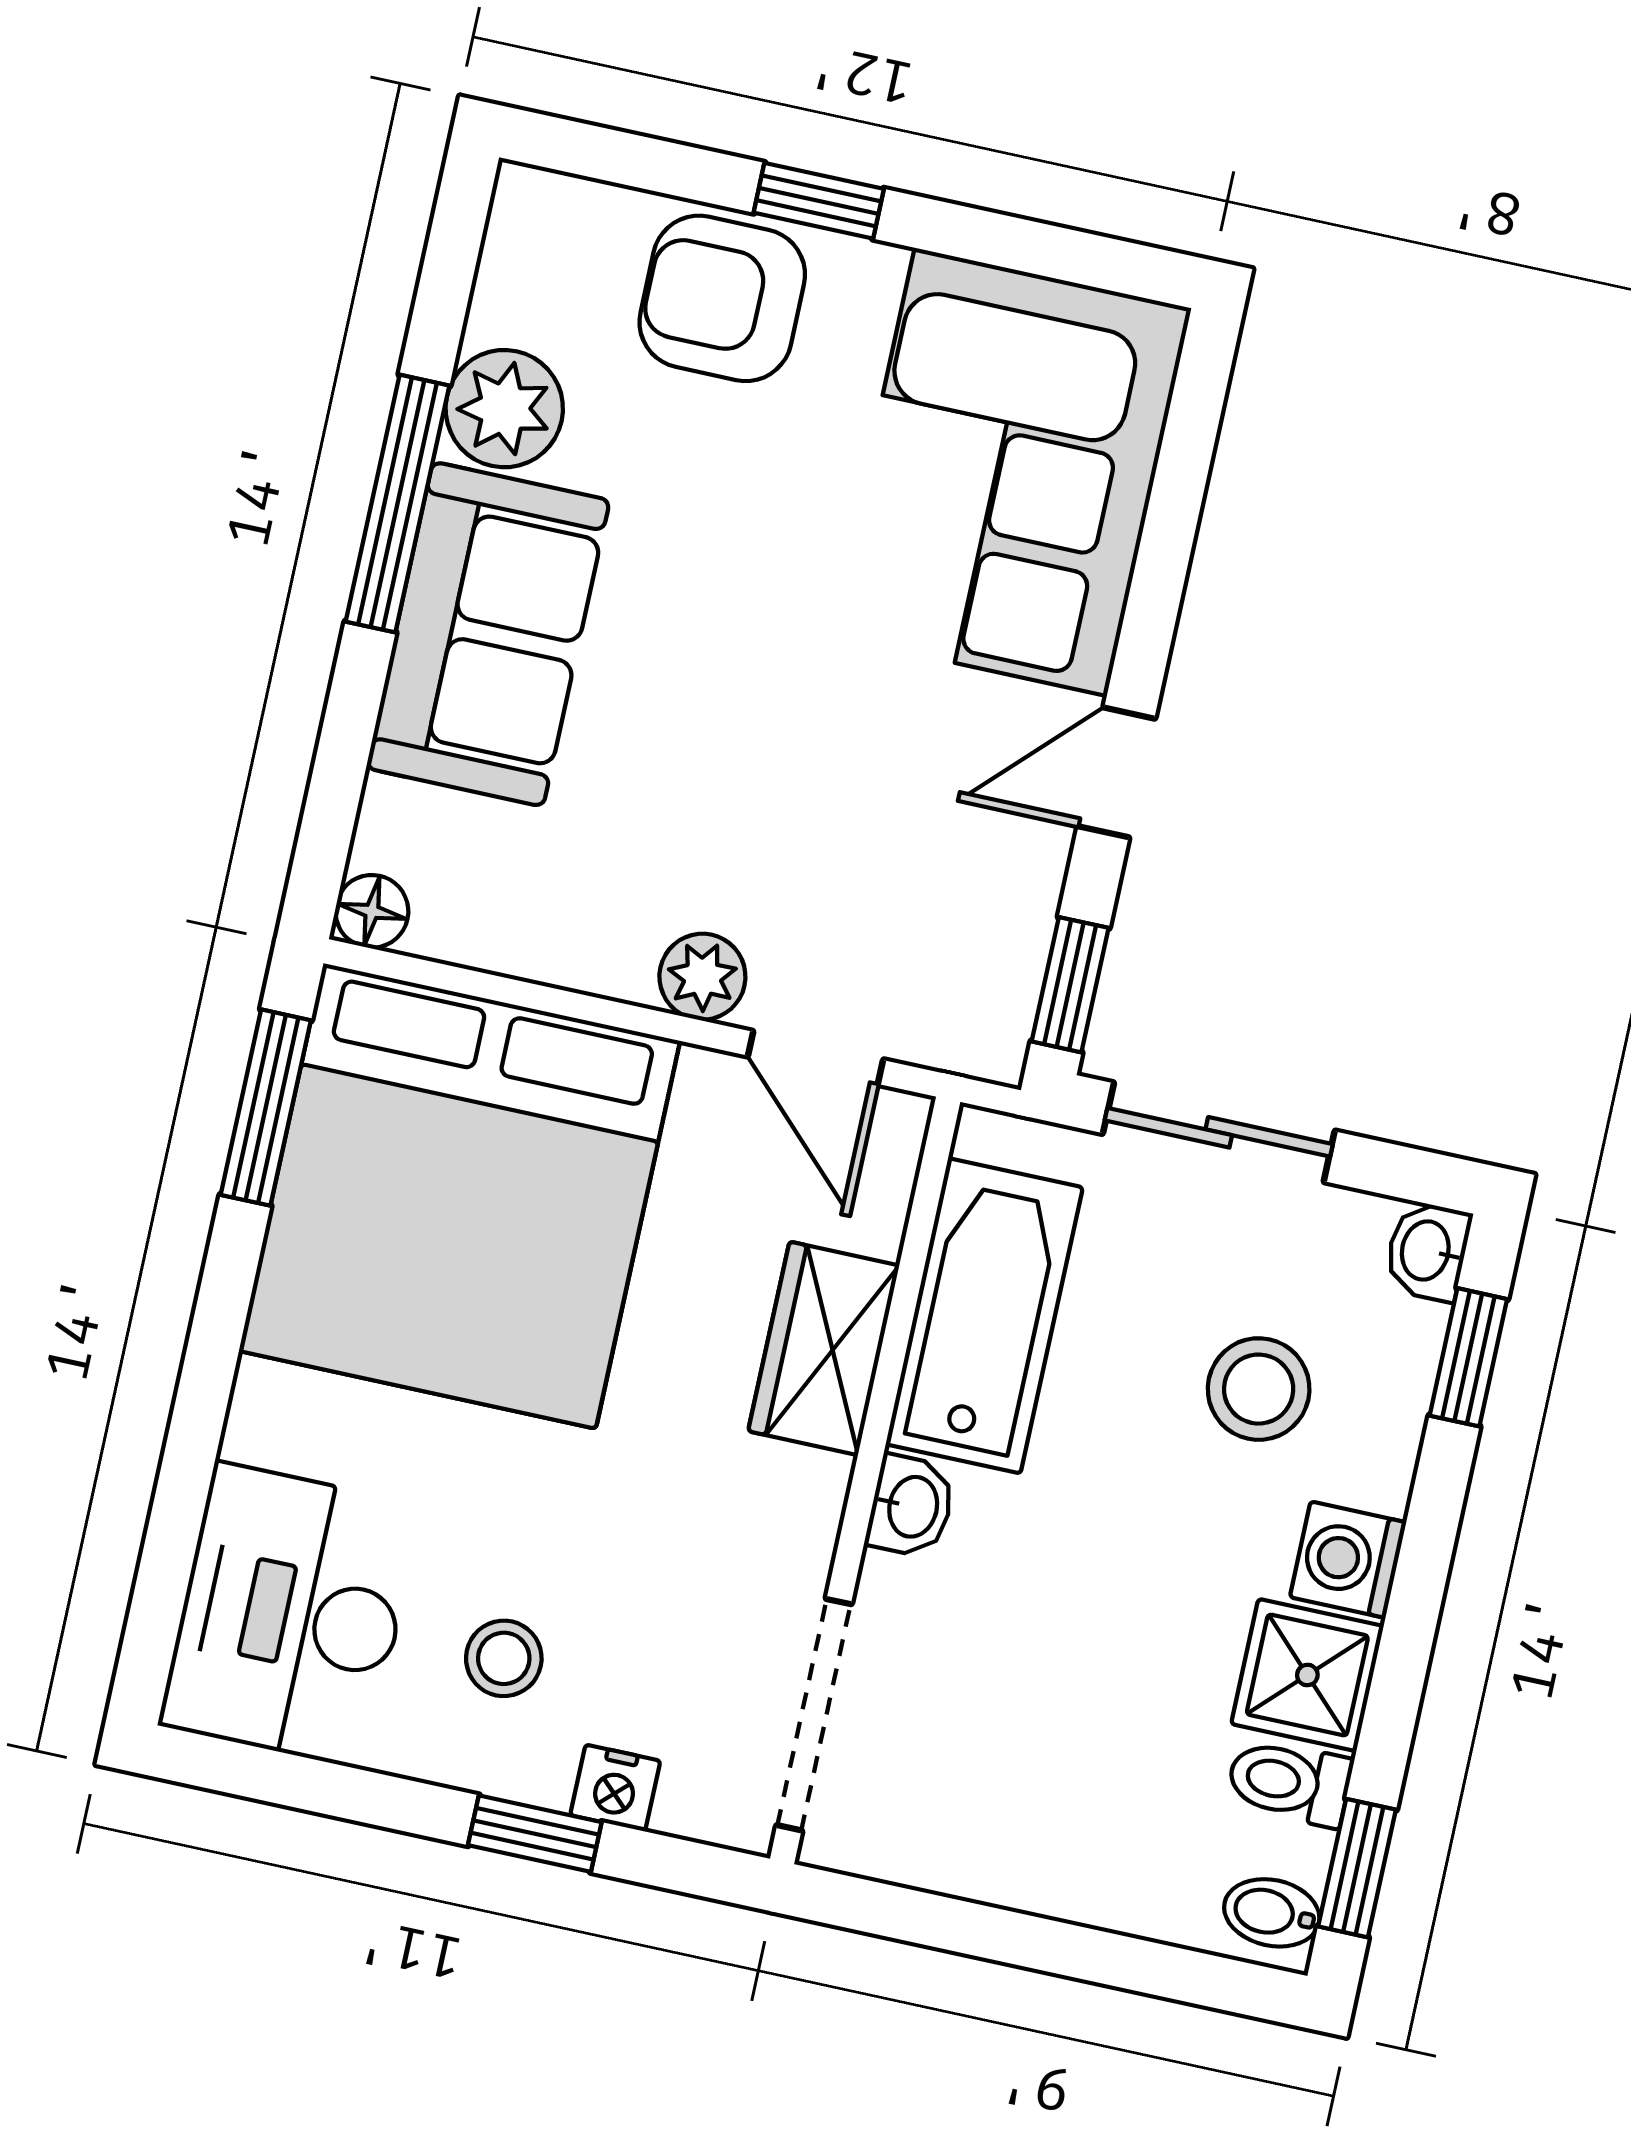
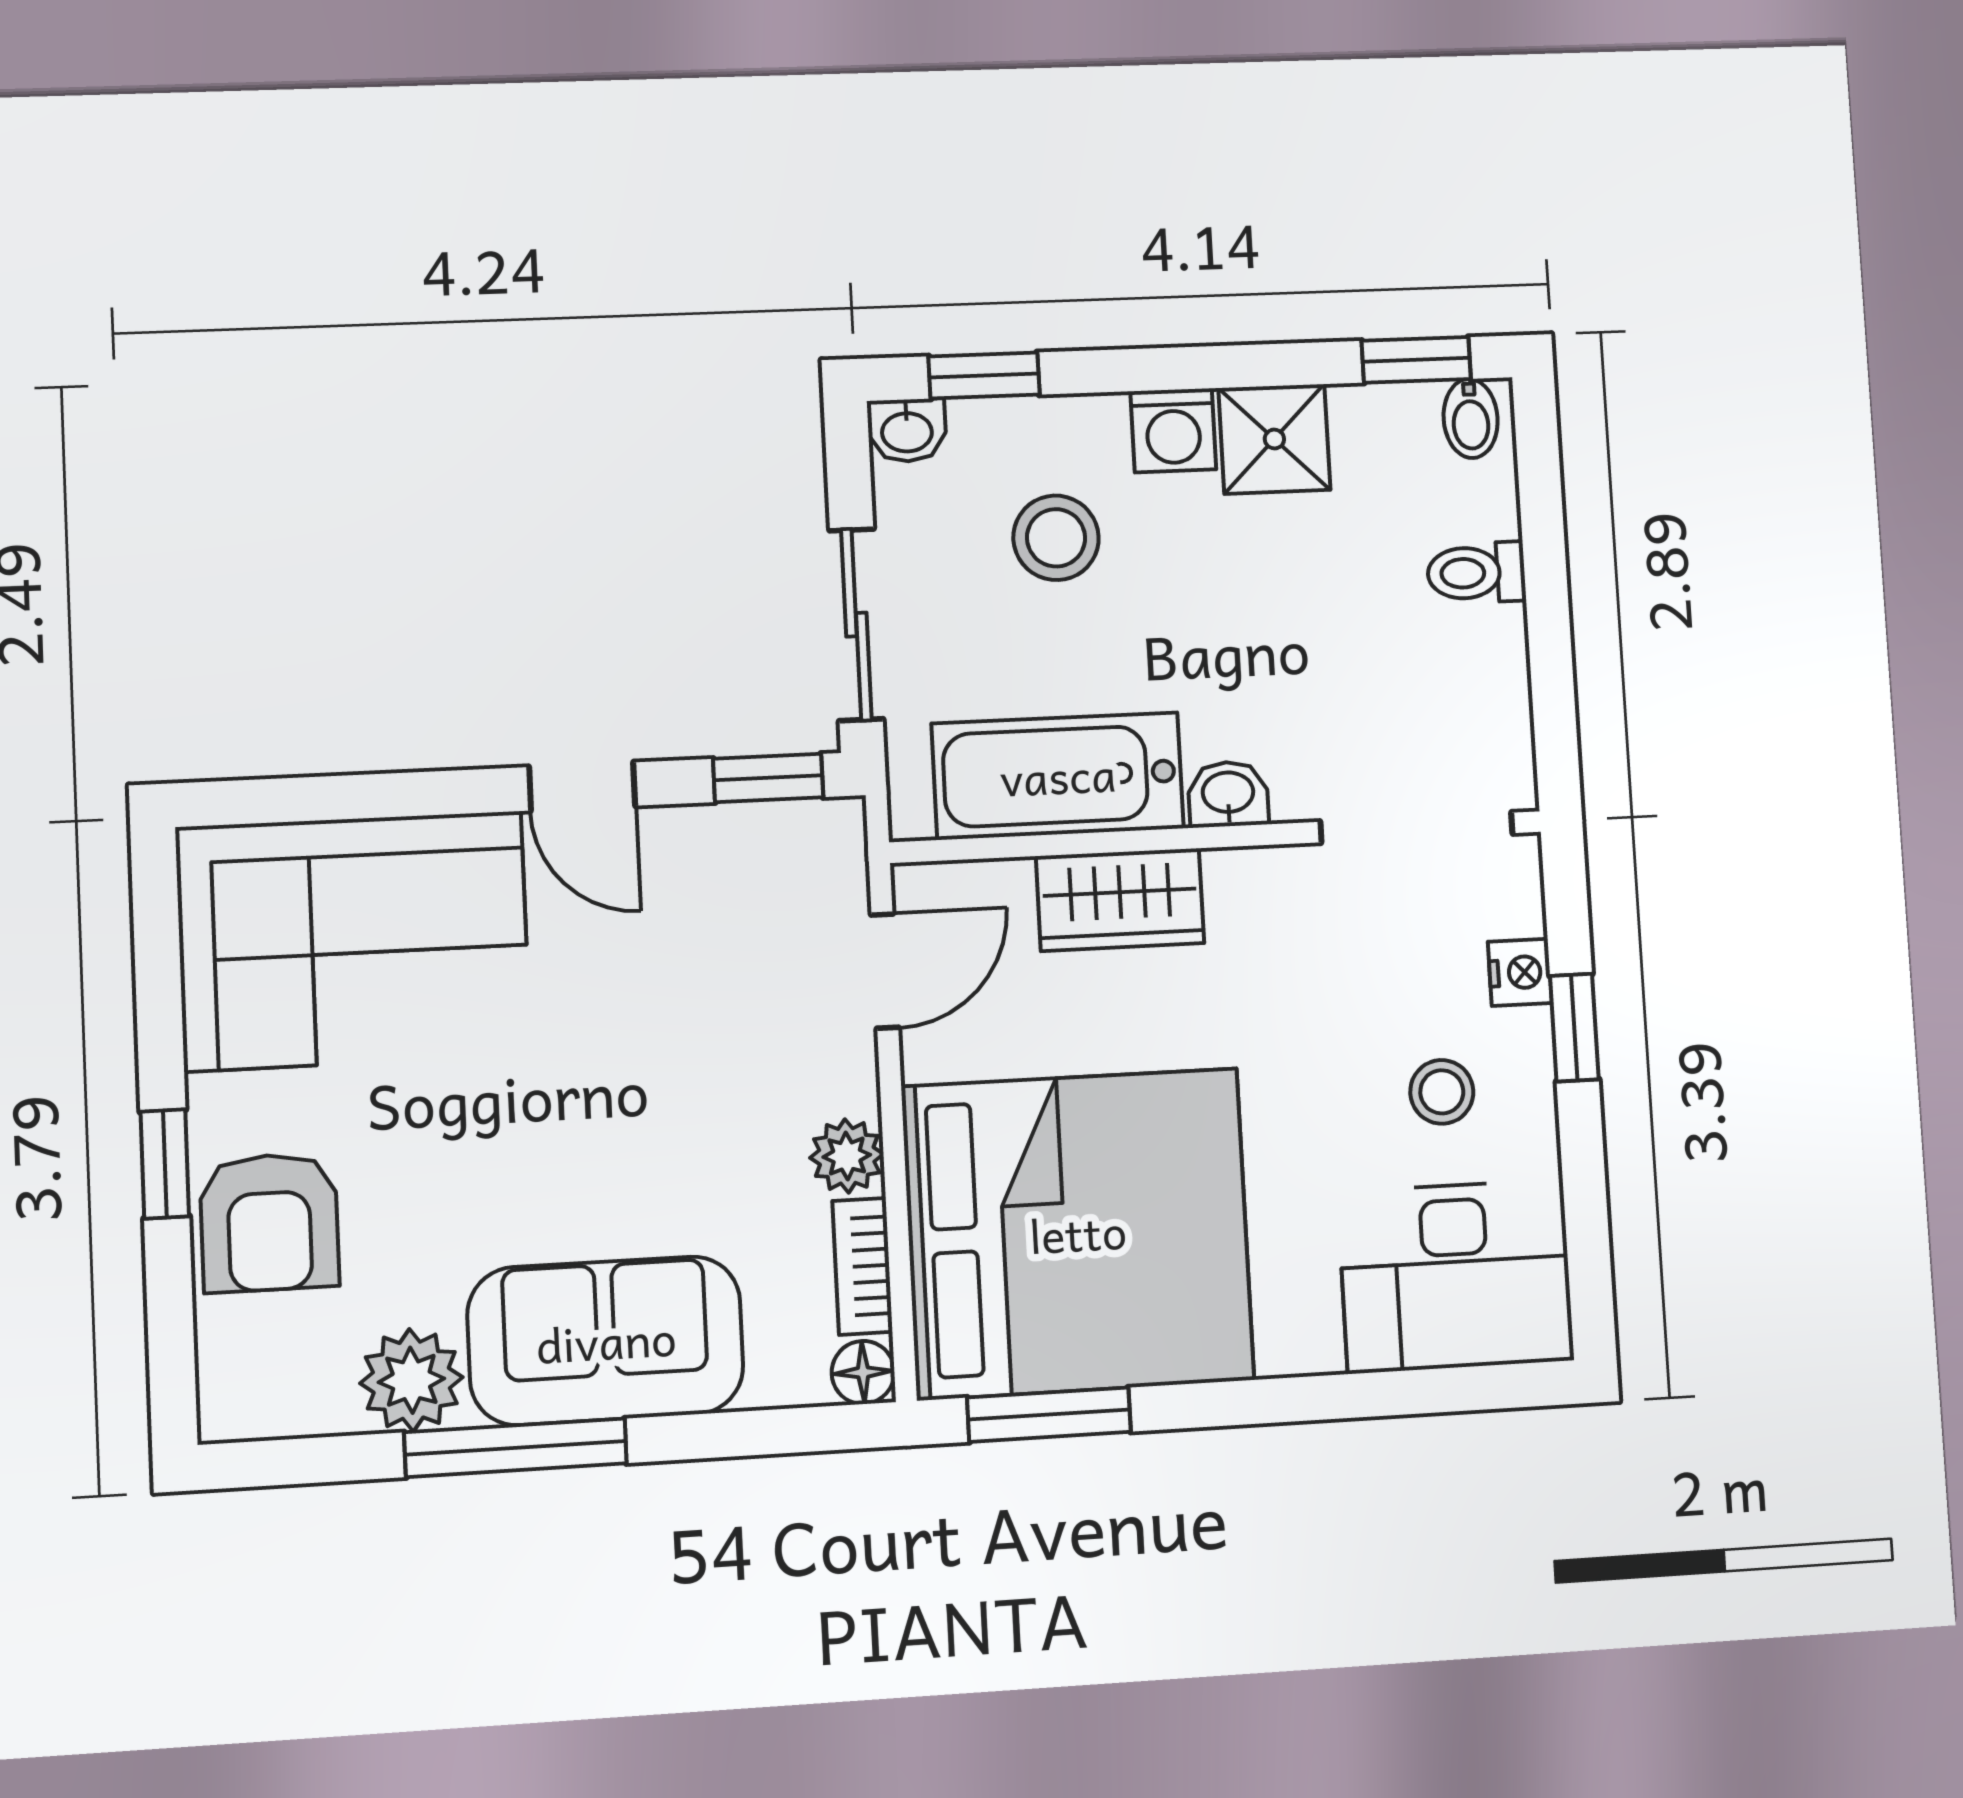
bookcase: (490, 943) -> (862, 1266), added
plant: (702, 977) -> (847, 1156), moved
toilet: (1289, 1782) -> (1476, 573), moved, turned 90

